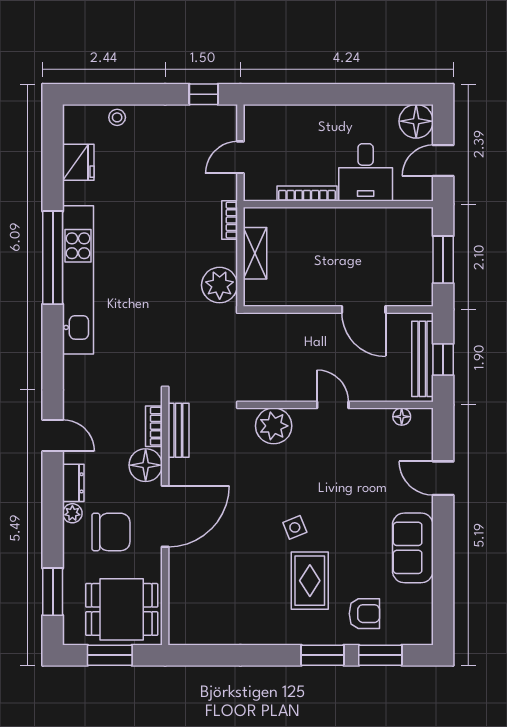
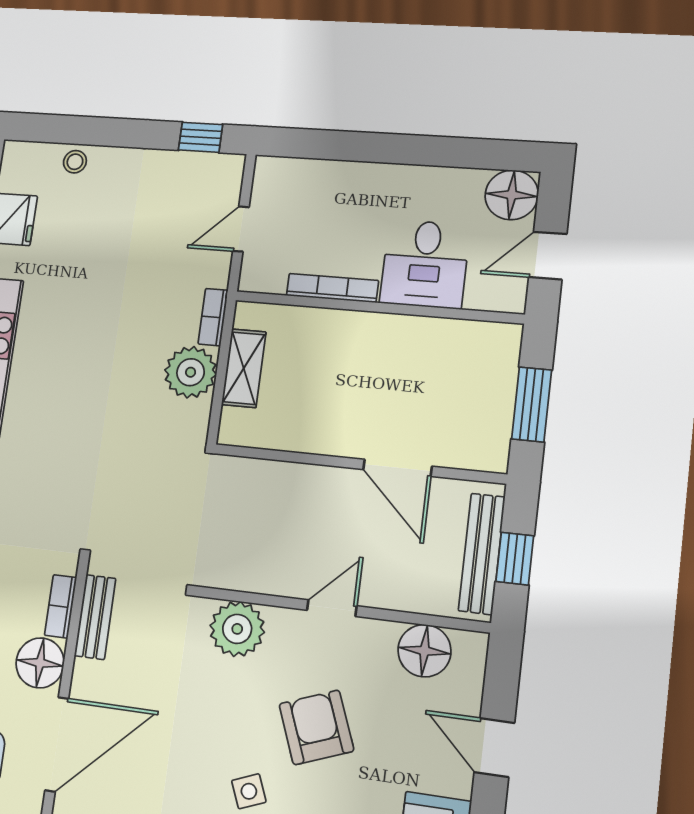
plant: (220, 285) -> (191, 372), moved
door: (333, 405) -> (332, 608), hinge flipped
floor lamp: (402, 417) -> (424, 651), width x1.89, depth x1.89
armchair: (332, 481) -> (316, 727), added

